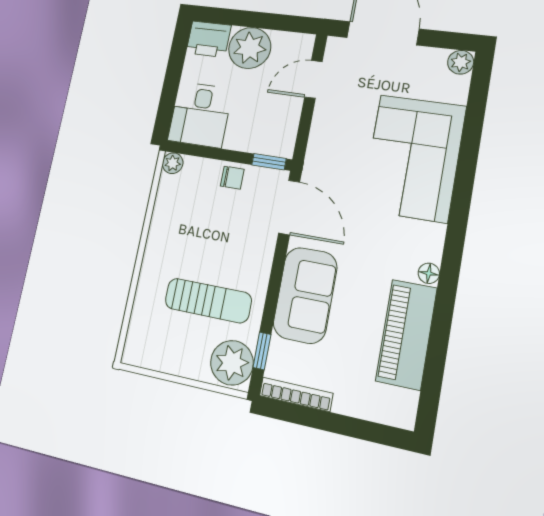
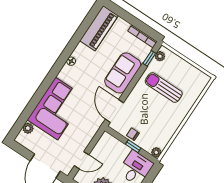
plant: (461, 62) -> (28, 128), moved
window: (269, 162) -> (133, 146), moved
piano: (406, 334) -> (99, 28), moved
plant: (232, 363) -> (160, 56), width x0.53, depth x0.53

